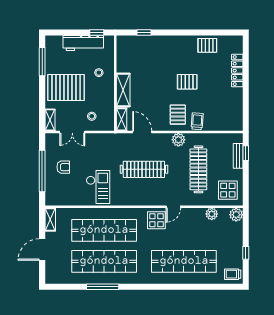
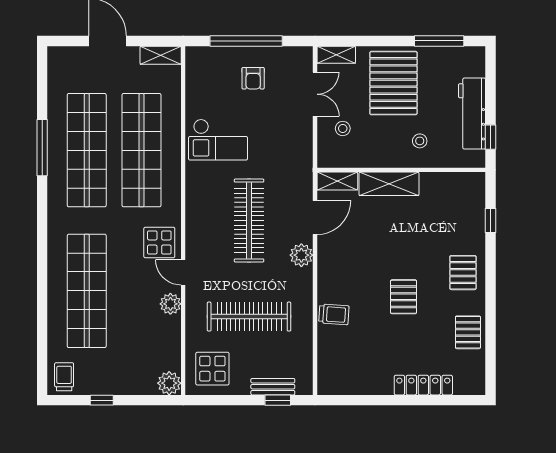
pallet: (178, 115) -> (463, 273), moved, turned 90
double door: (72, 132) -> (315, 94), swing flipped
plant: (178, 140) -> (301, 255), moved
plant: (212, 214) -> (170, 304), moved

